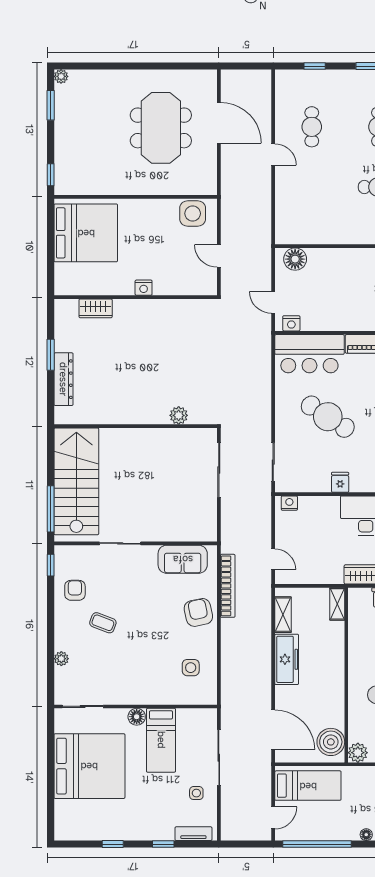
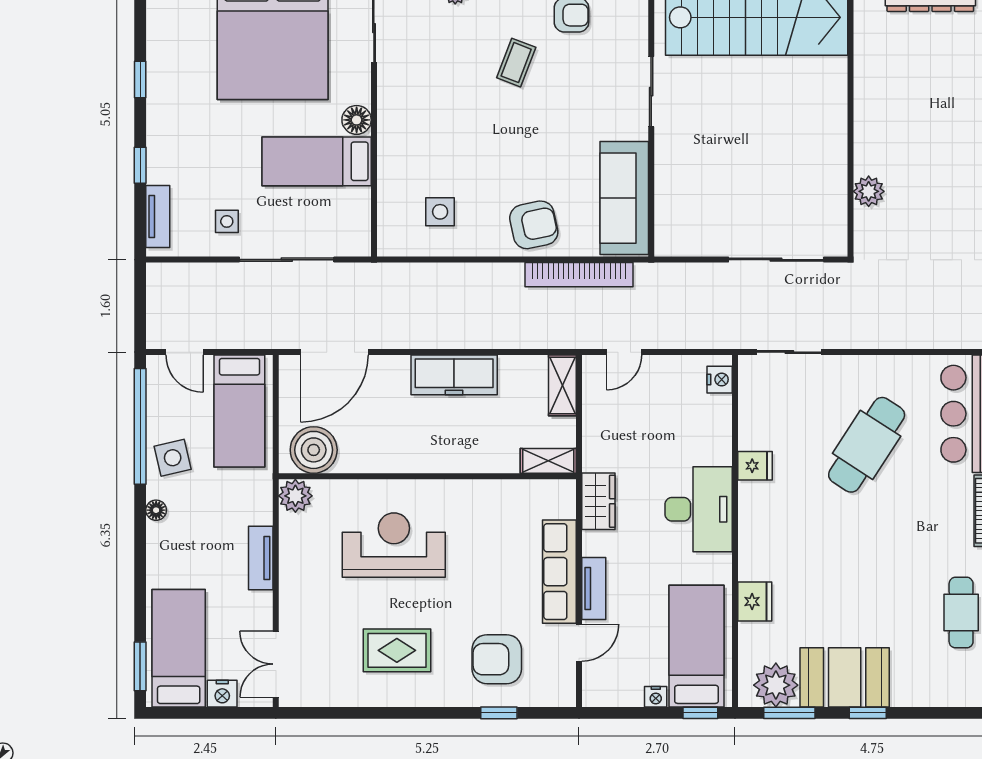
sofa: (183, 559) -> (624, 198), width x1.36
shelving: (283, 615) -> (562, 385), moved, turned 90
side table: (335, 825) -> (173, 458), added

